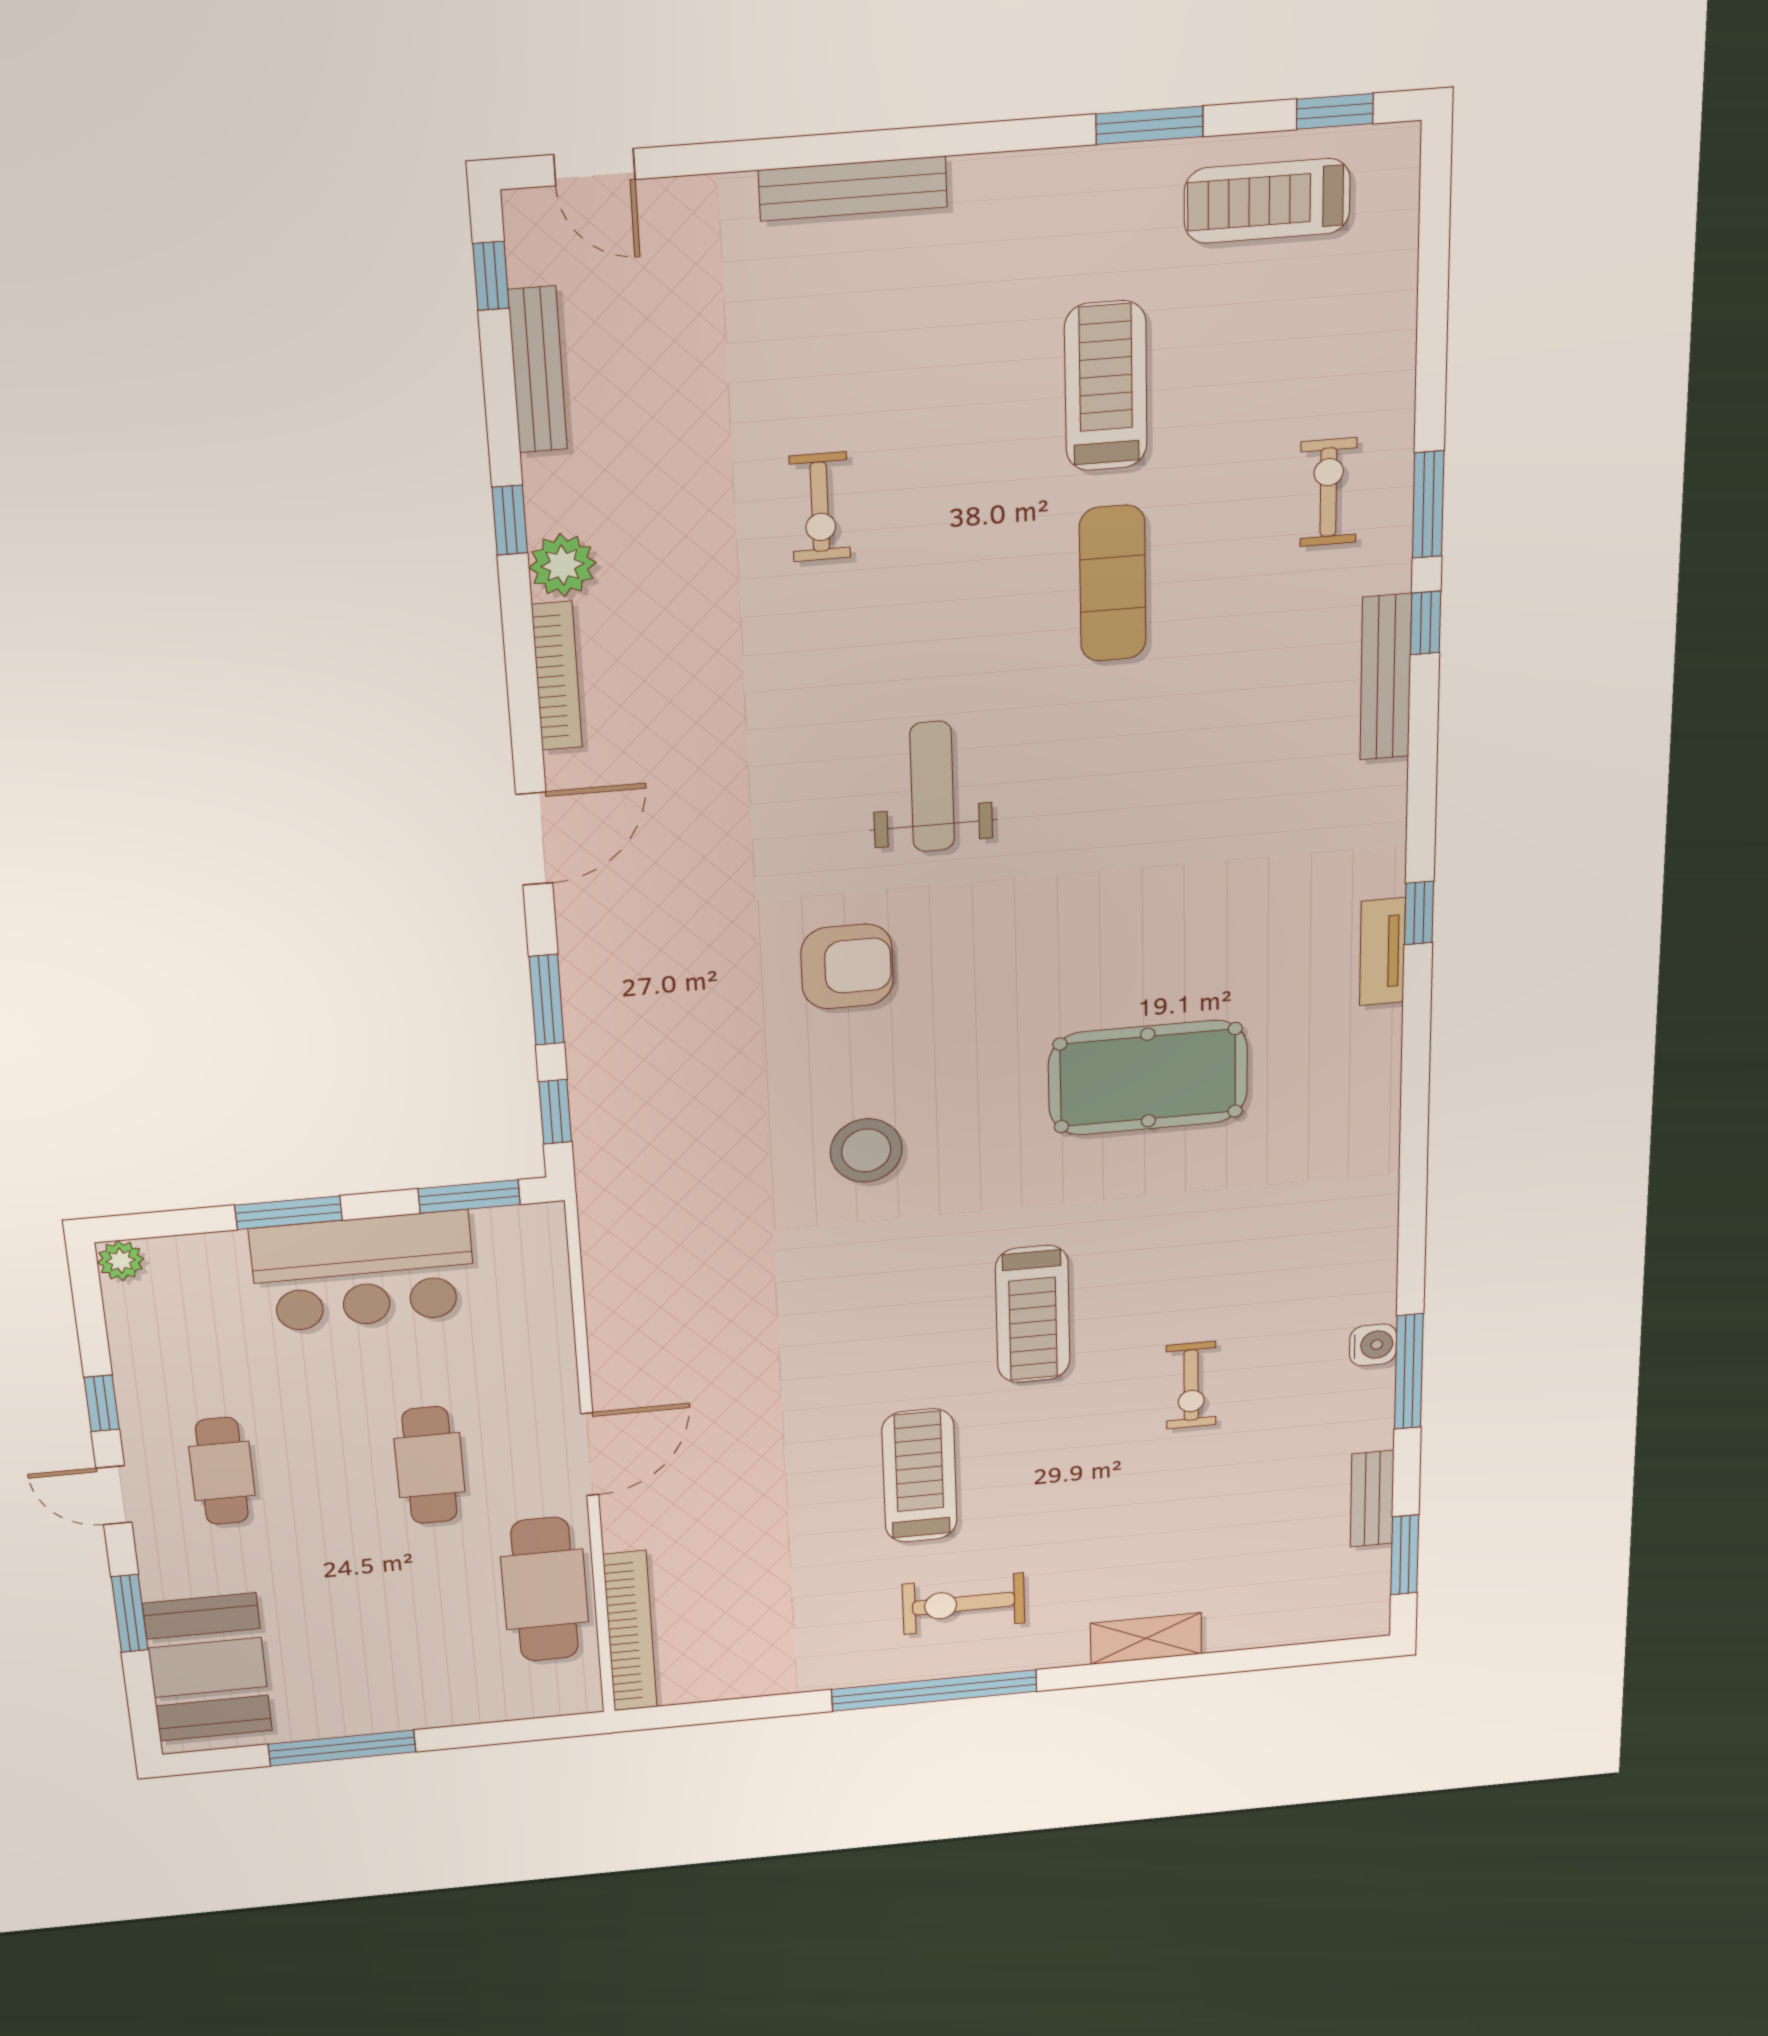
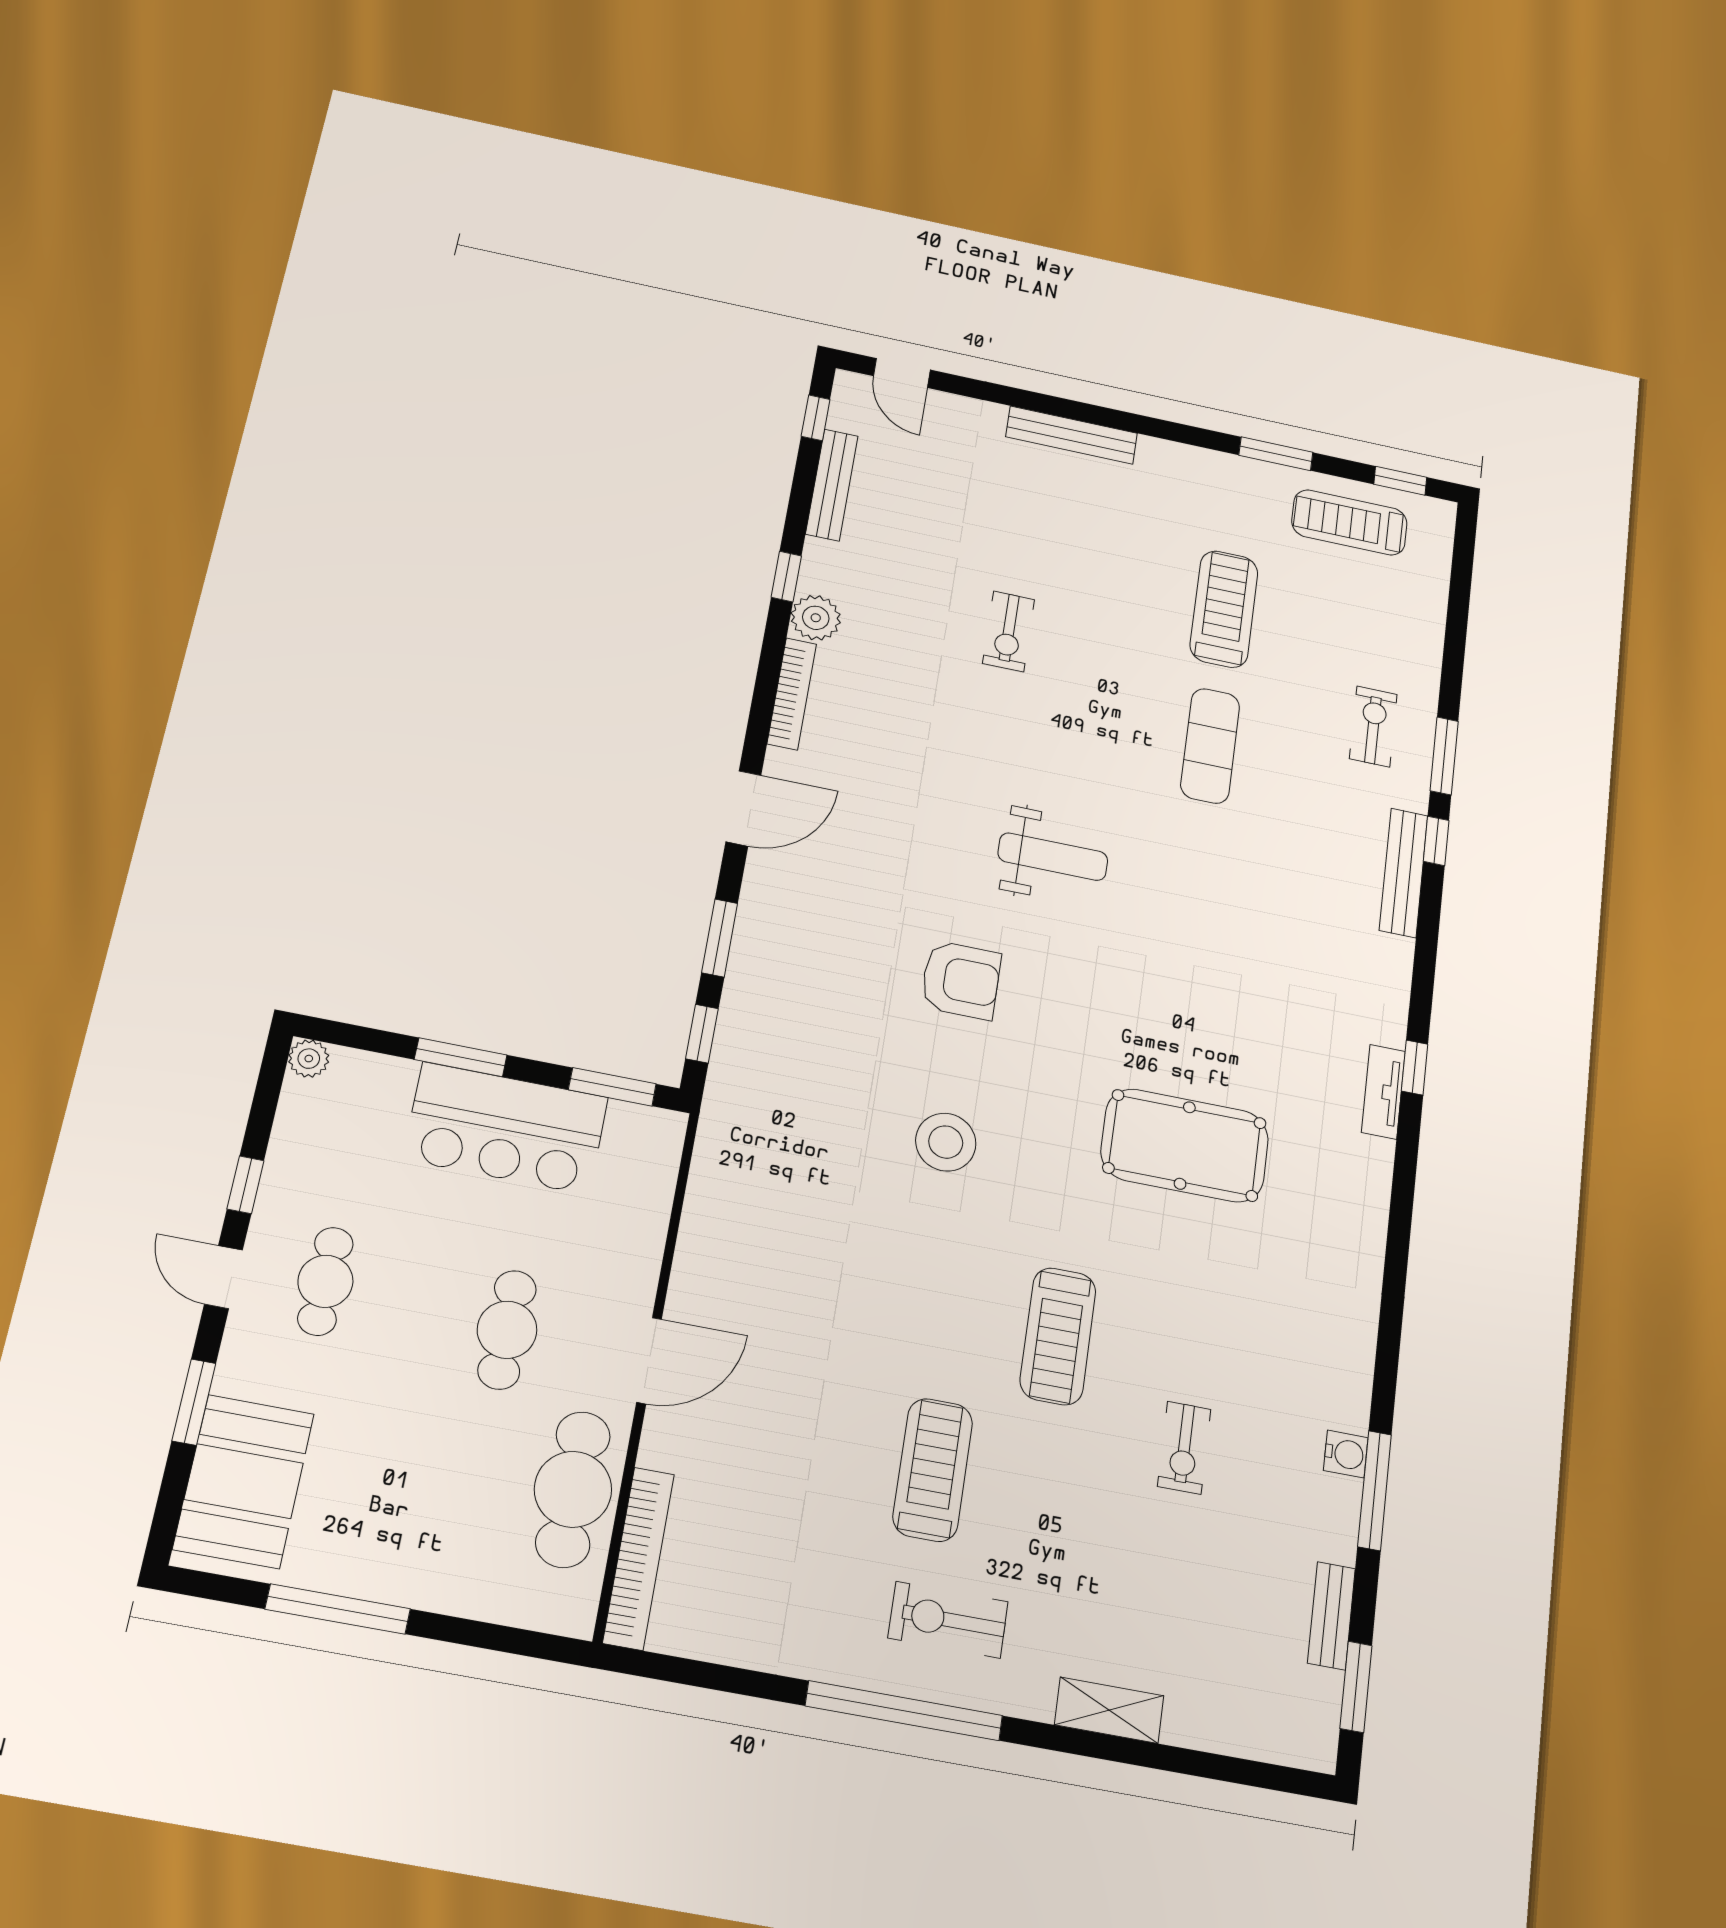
weight bench: (932, 787) -> (1053, 857), turned 90

